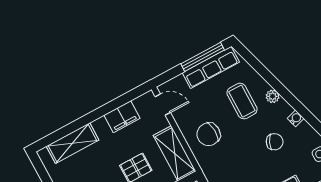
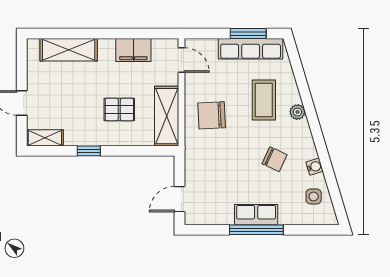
window: (203, 57) -> (248, 33), width x0.69
water cooler: (296, 118) -> (315, 167), moved

